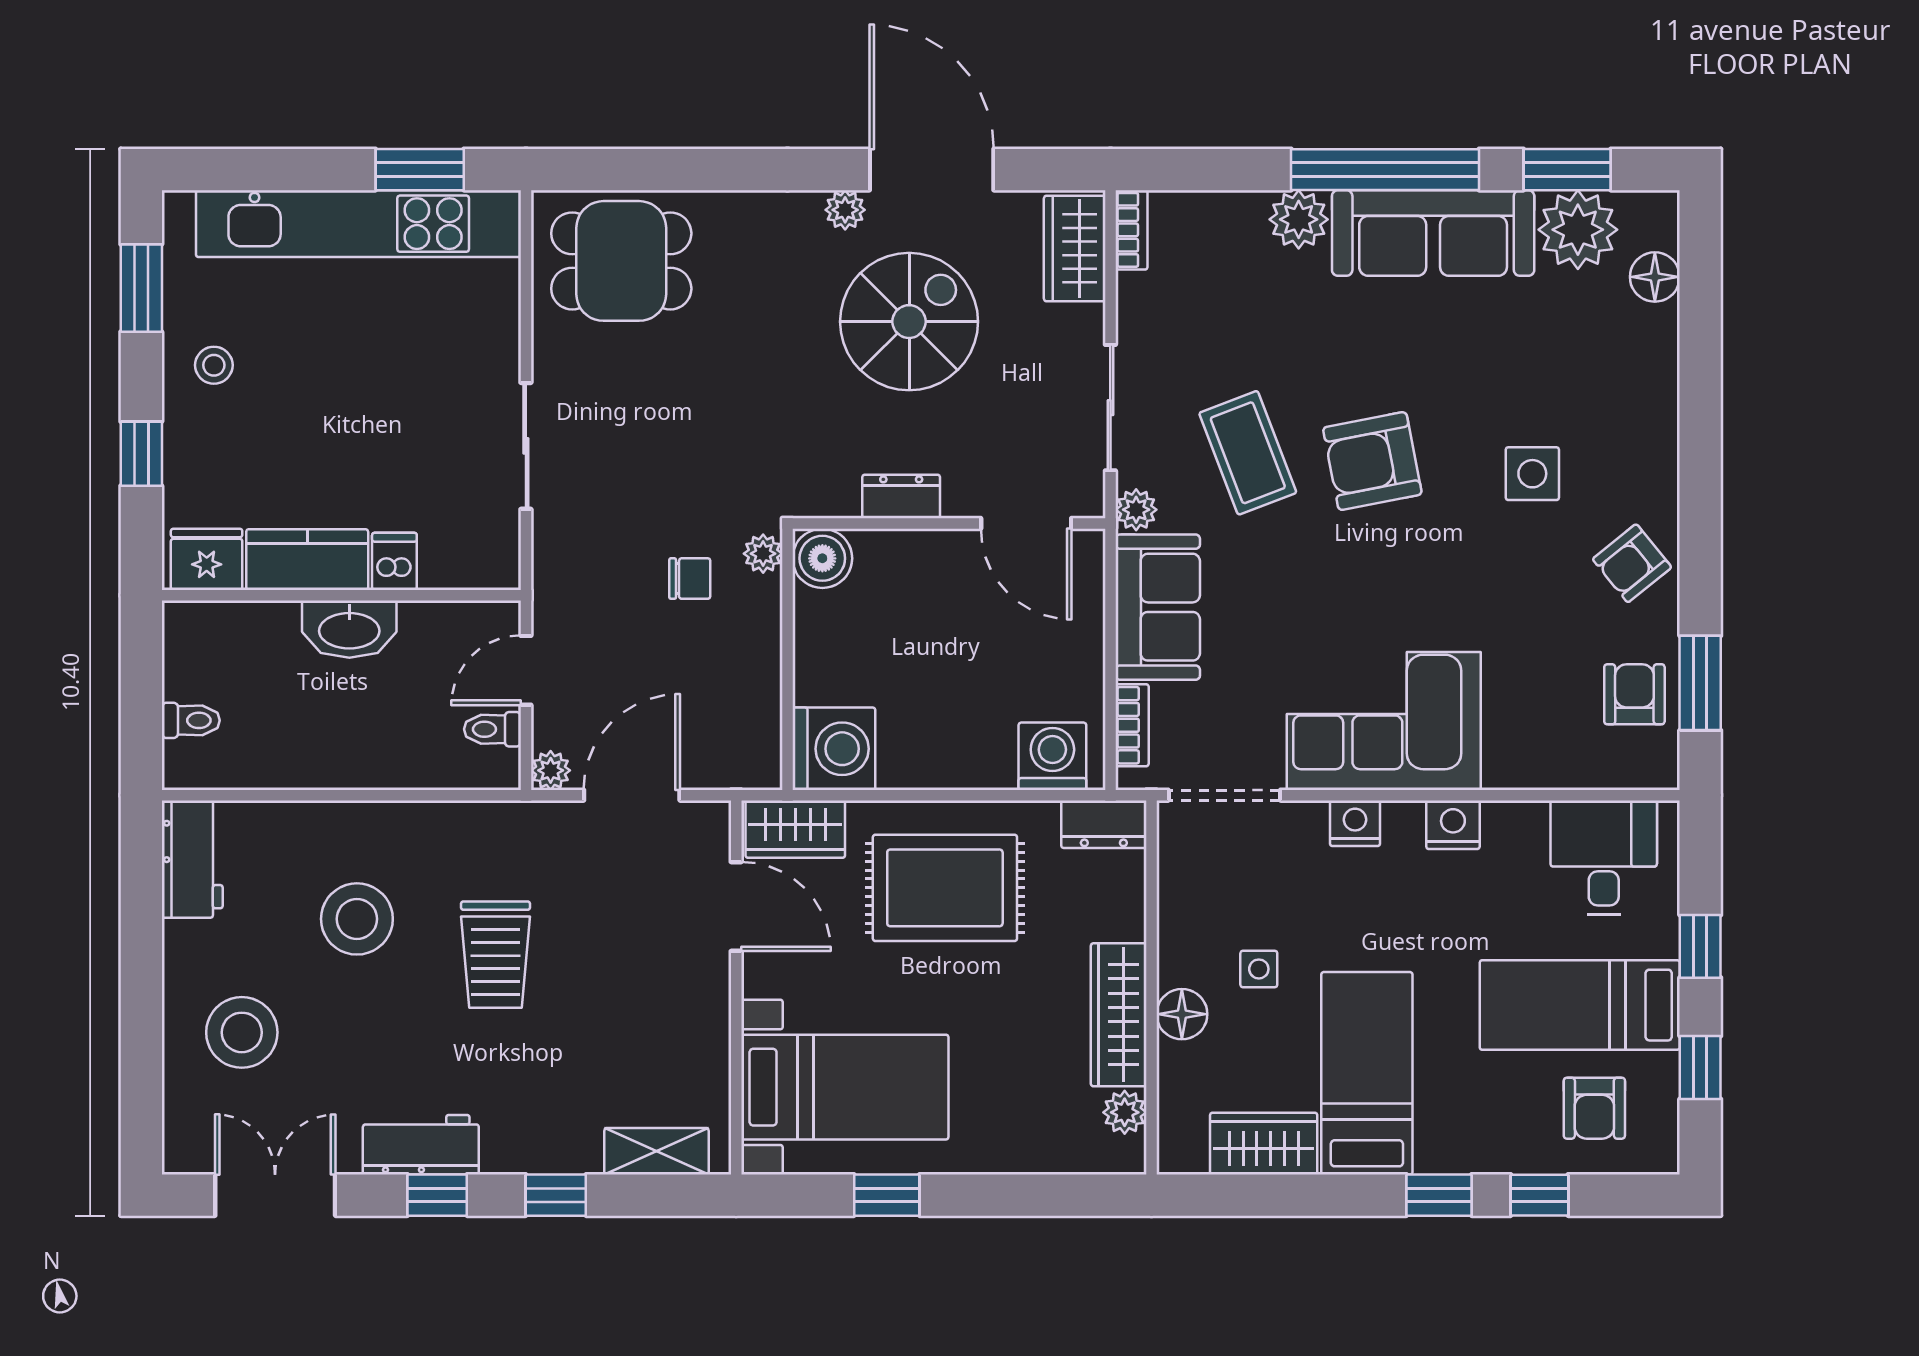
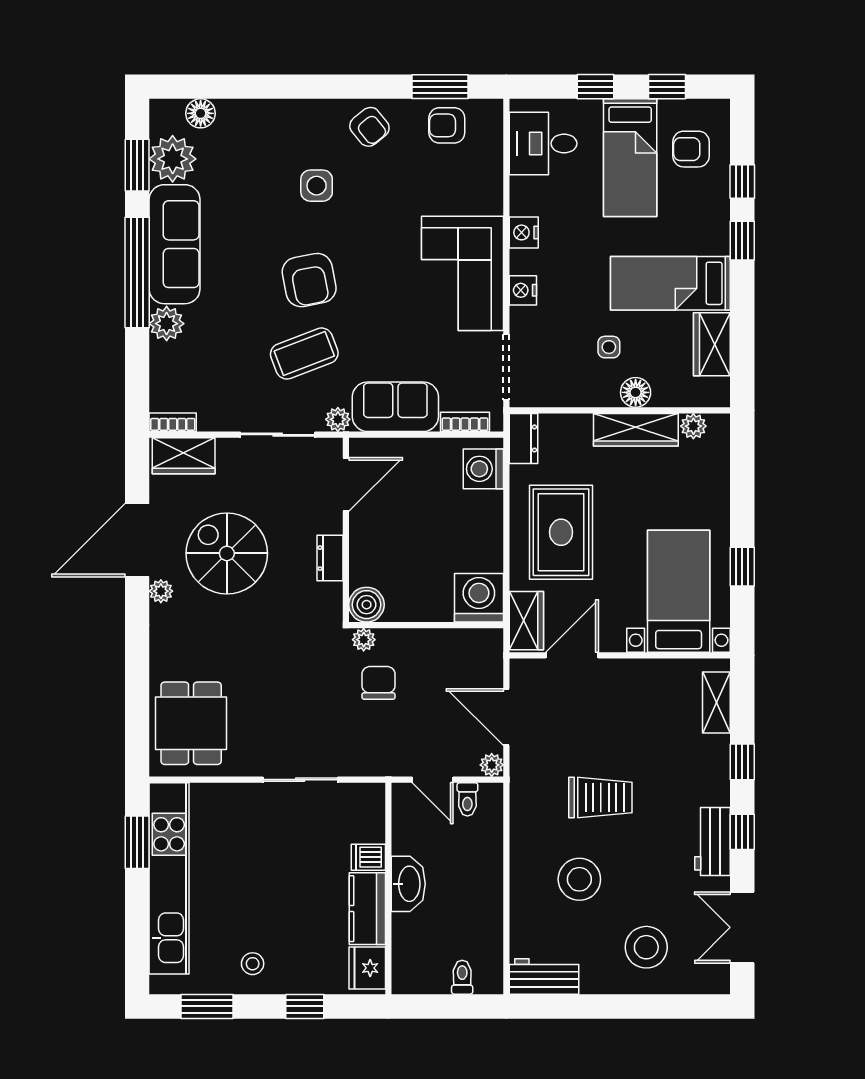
chair: (690, 579) -> (378, 683), width x1.37, depth x1.37
armchair: (1594, 1108) -> (691, 149), turned 180

